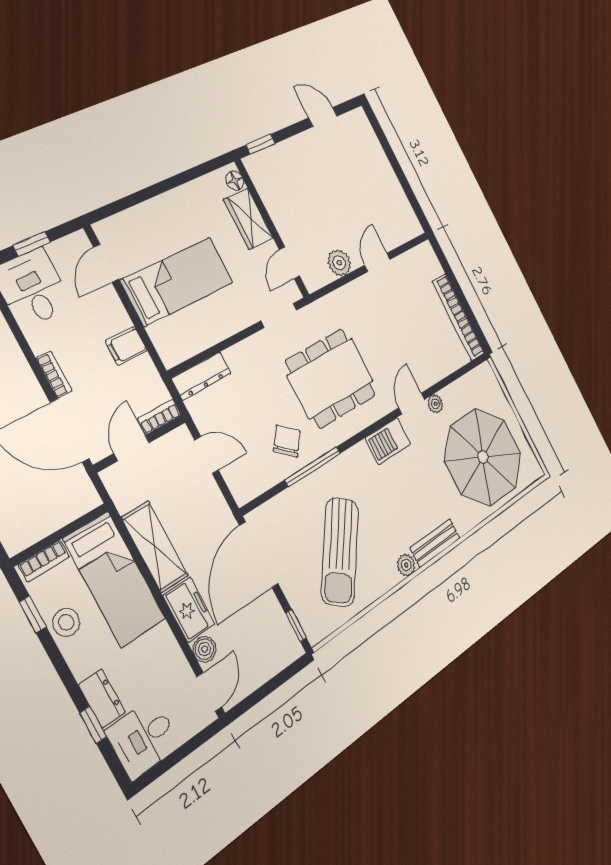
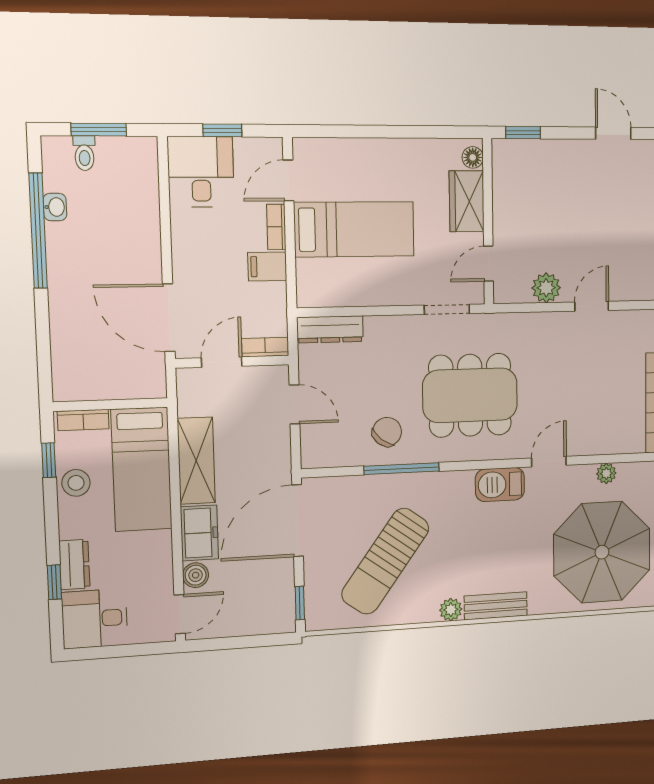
bookcase: (54, 375) -> (276, 227), moved, turned 180
plant: (435, 404) -> (606, 473), moved

